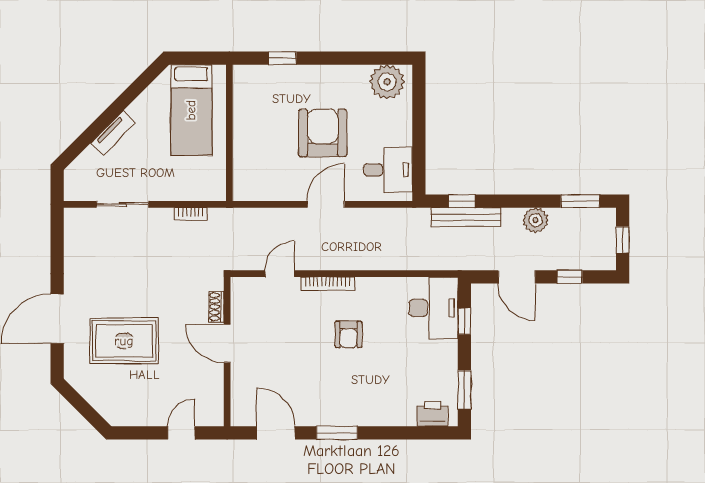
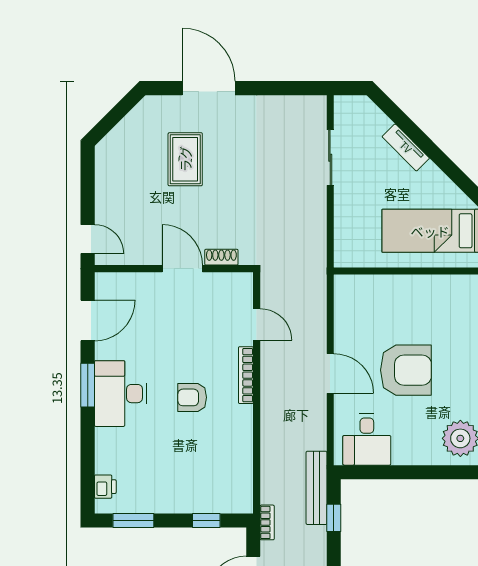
bookcase: (191, 214) -> (267, 522), moved, turned 180
bench: (466, 217) -> (317, 488), moved
desk: (433, 308) -> (120, 394), moved, turned 90
rug: (124, 341) -> (185, 159), width x0.73, depth x0.70
door: (227, 344) -> (182, 269), hinge flipped
printer: (432, 414) -> (105, 487), width x0.73, depth x0.81
door: (181, 433) -> (88, 239), moved

